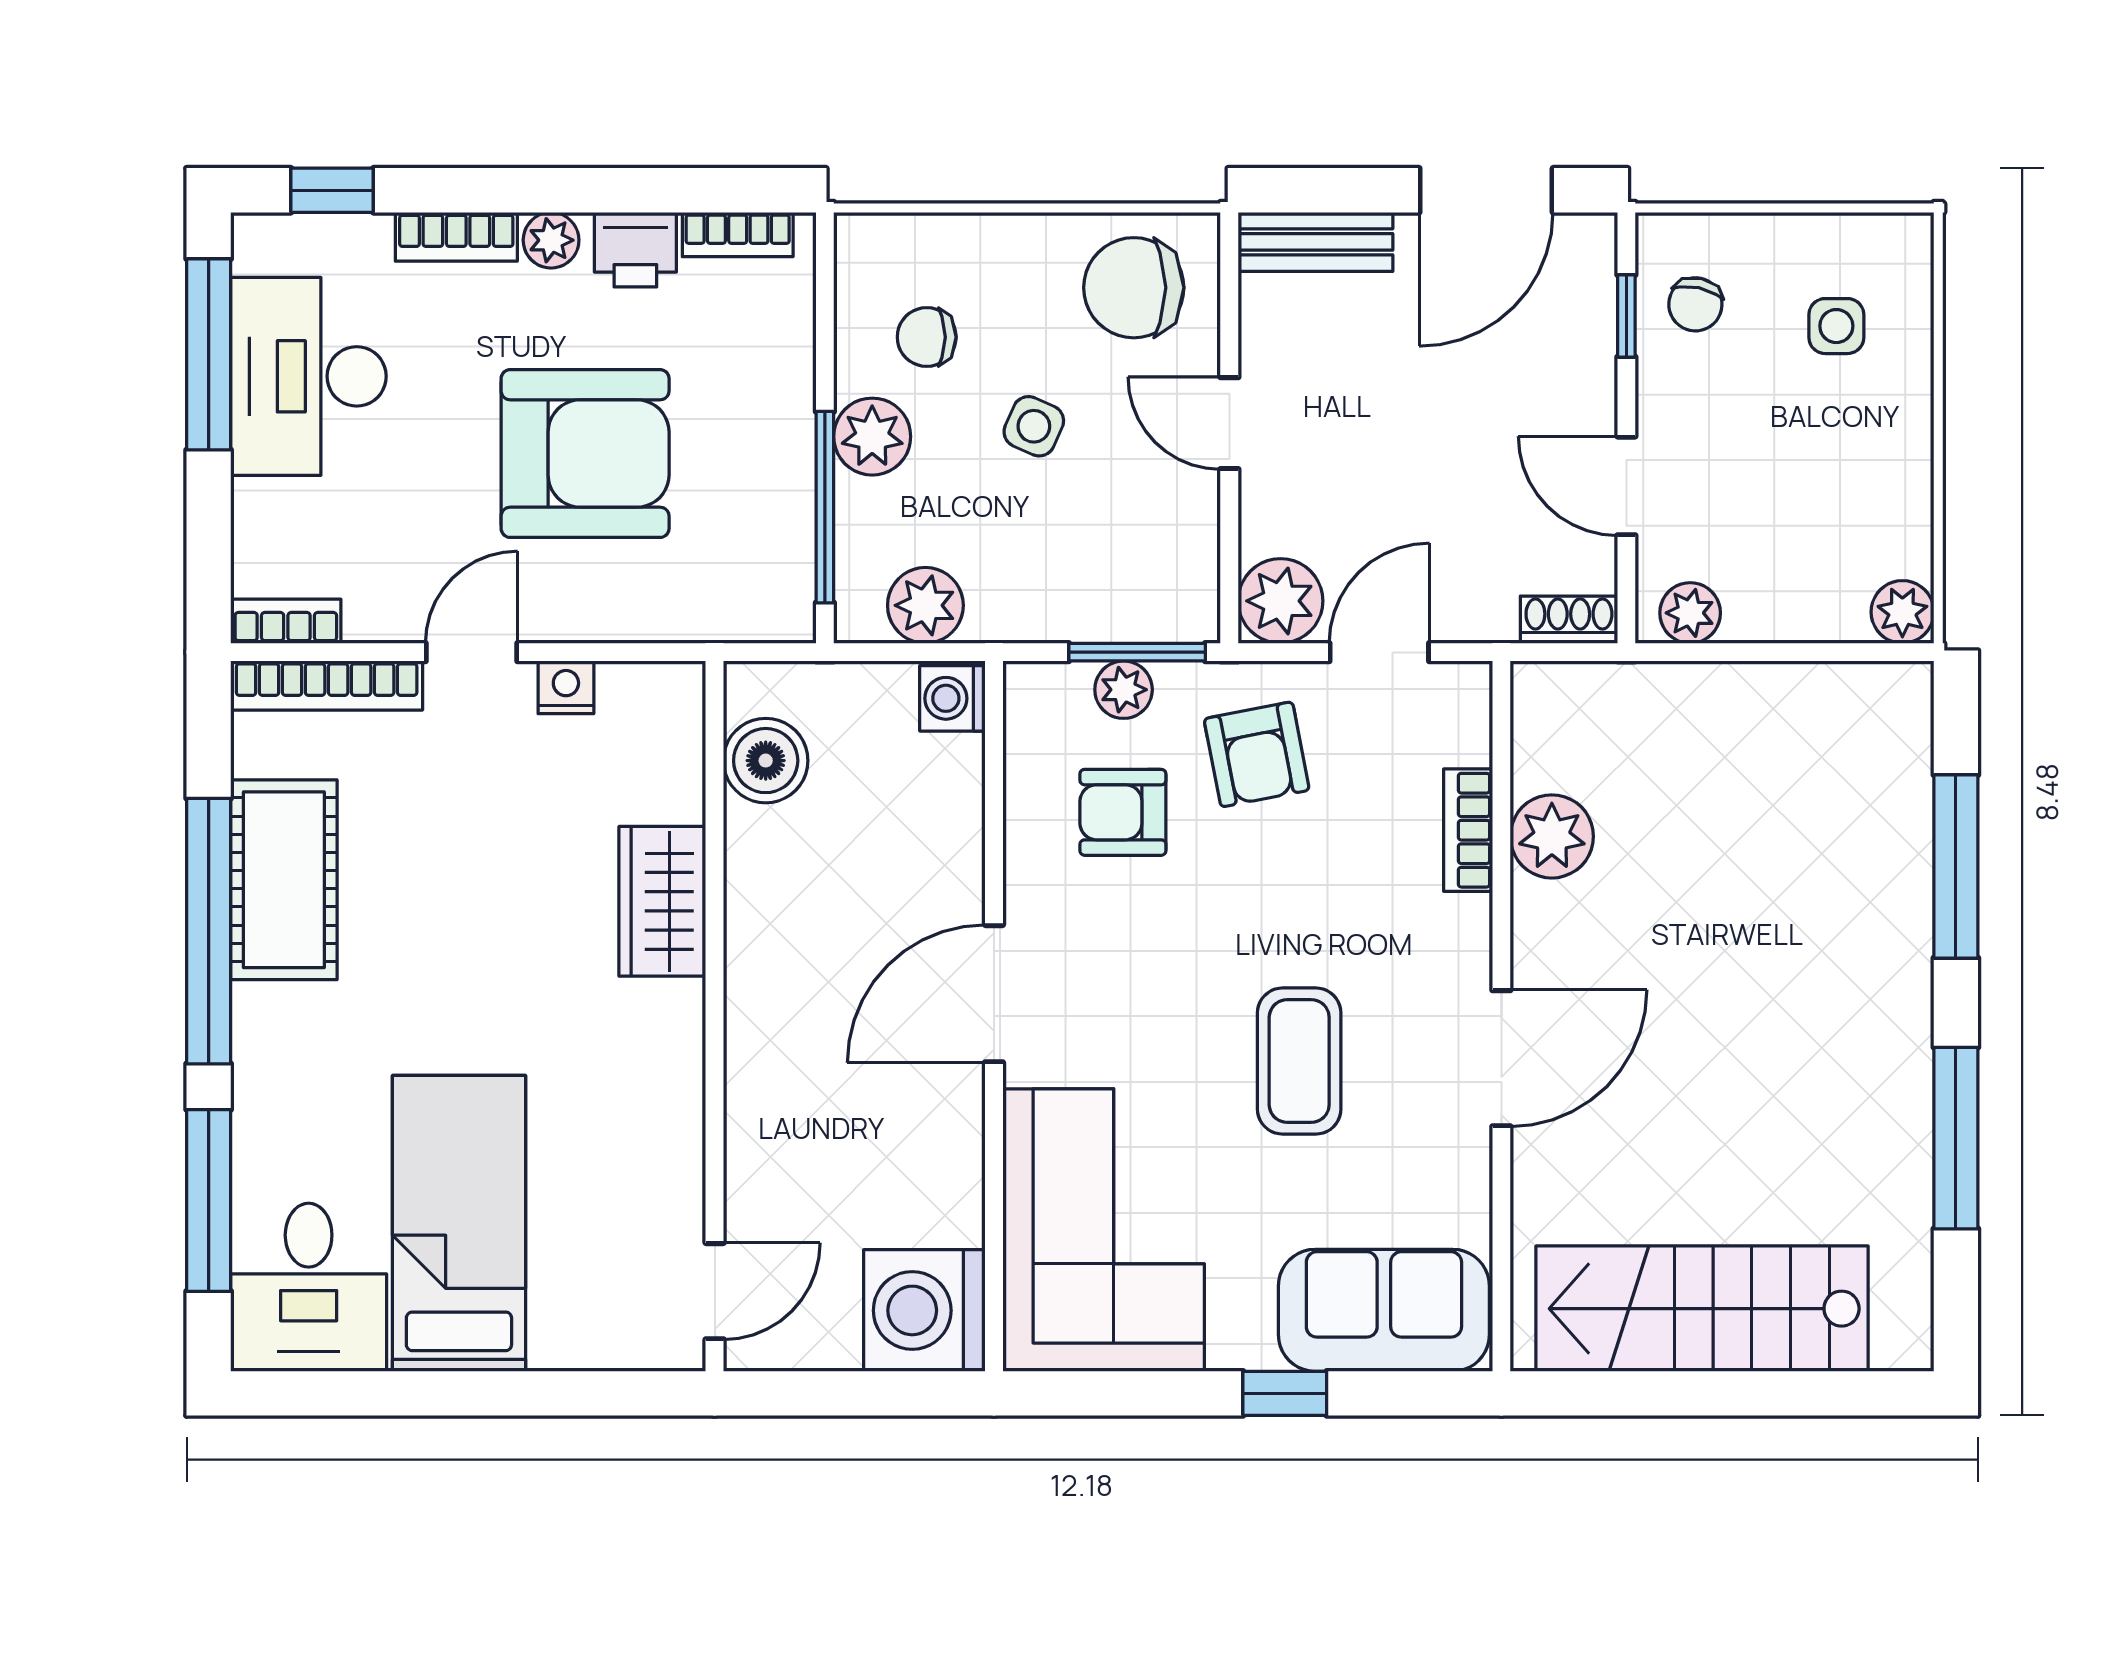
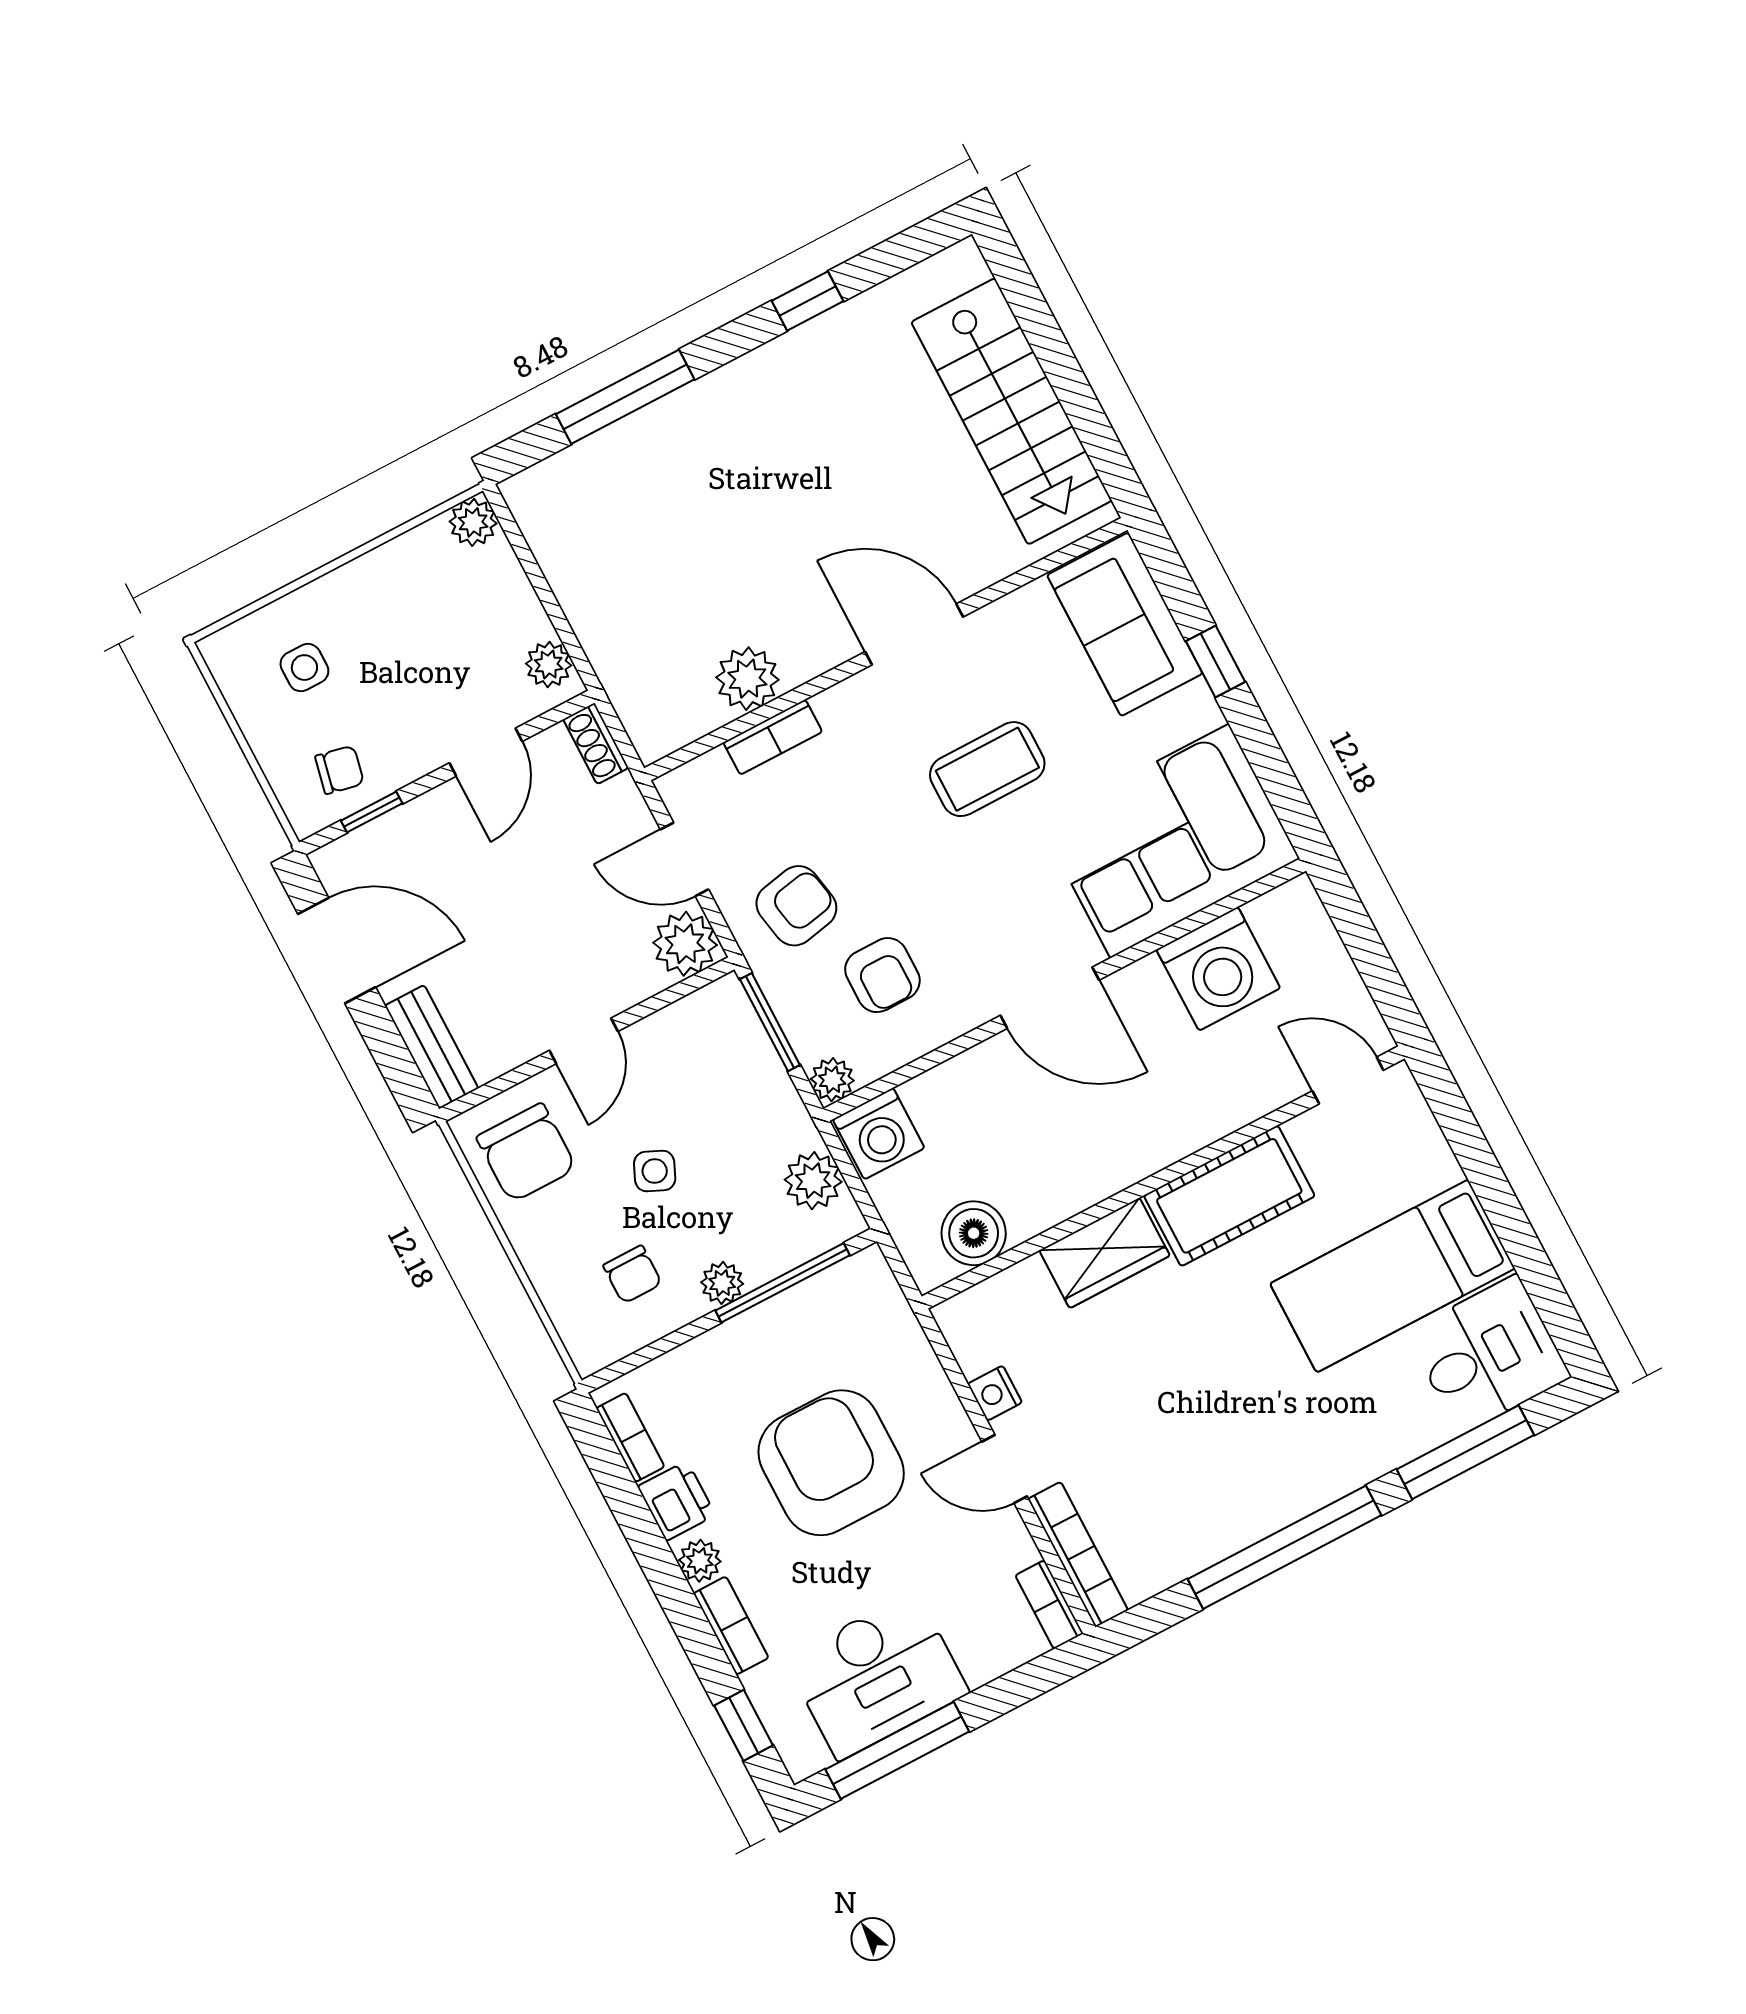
plant: (872, 437) -> (722, 1283), width x0.73, depth x0.73
plant: (1124, 690) -> (832, 1080), moved
washing machine: (952, 698) -> (879, 1134), width x1.38, depth x1.38
cot: (284, 880) -> (1229, 1196), moved
window: (1956, 1138) -> (808, 301), width x0.46
washing machine: (924, 1310) -> (1218, 969), moved

